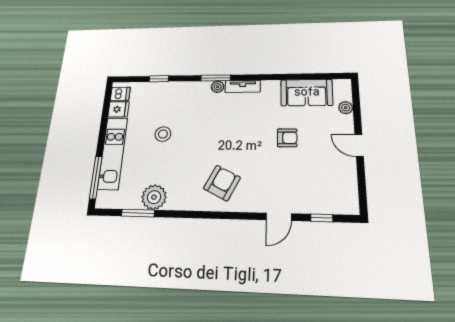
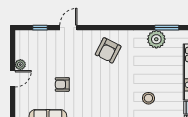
plant: (346, 108) -> (20, 65), moved
stool: (163, 134) -> (148, 98), moved
door: (359, 146) -> (13, 79), hinge flipped

